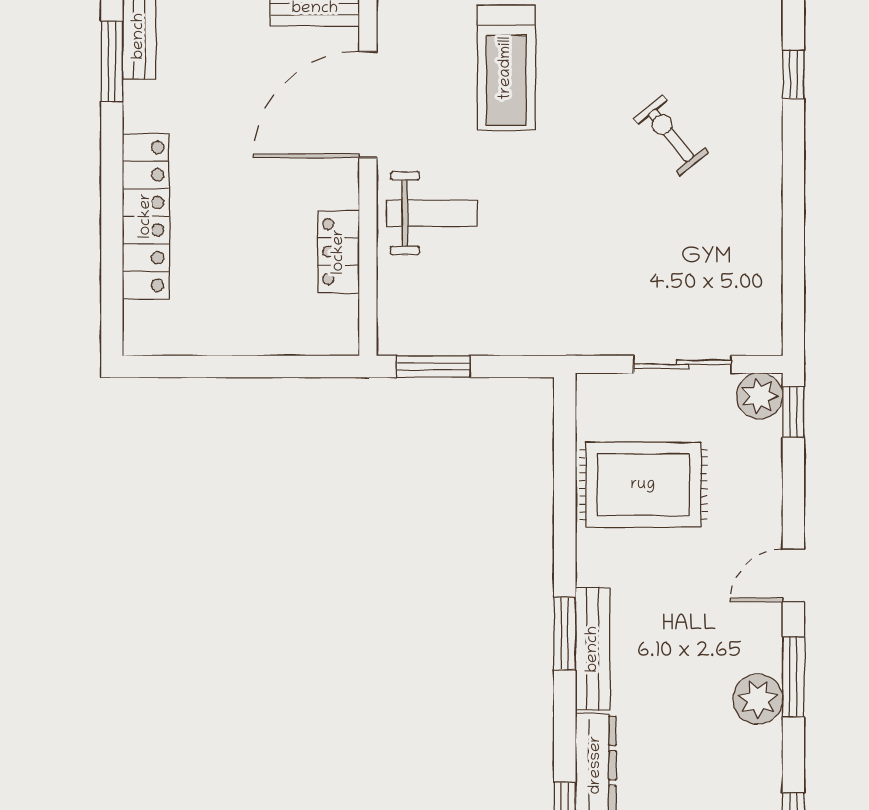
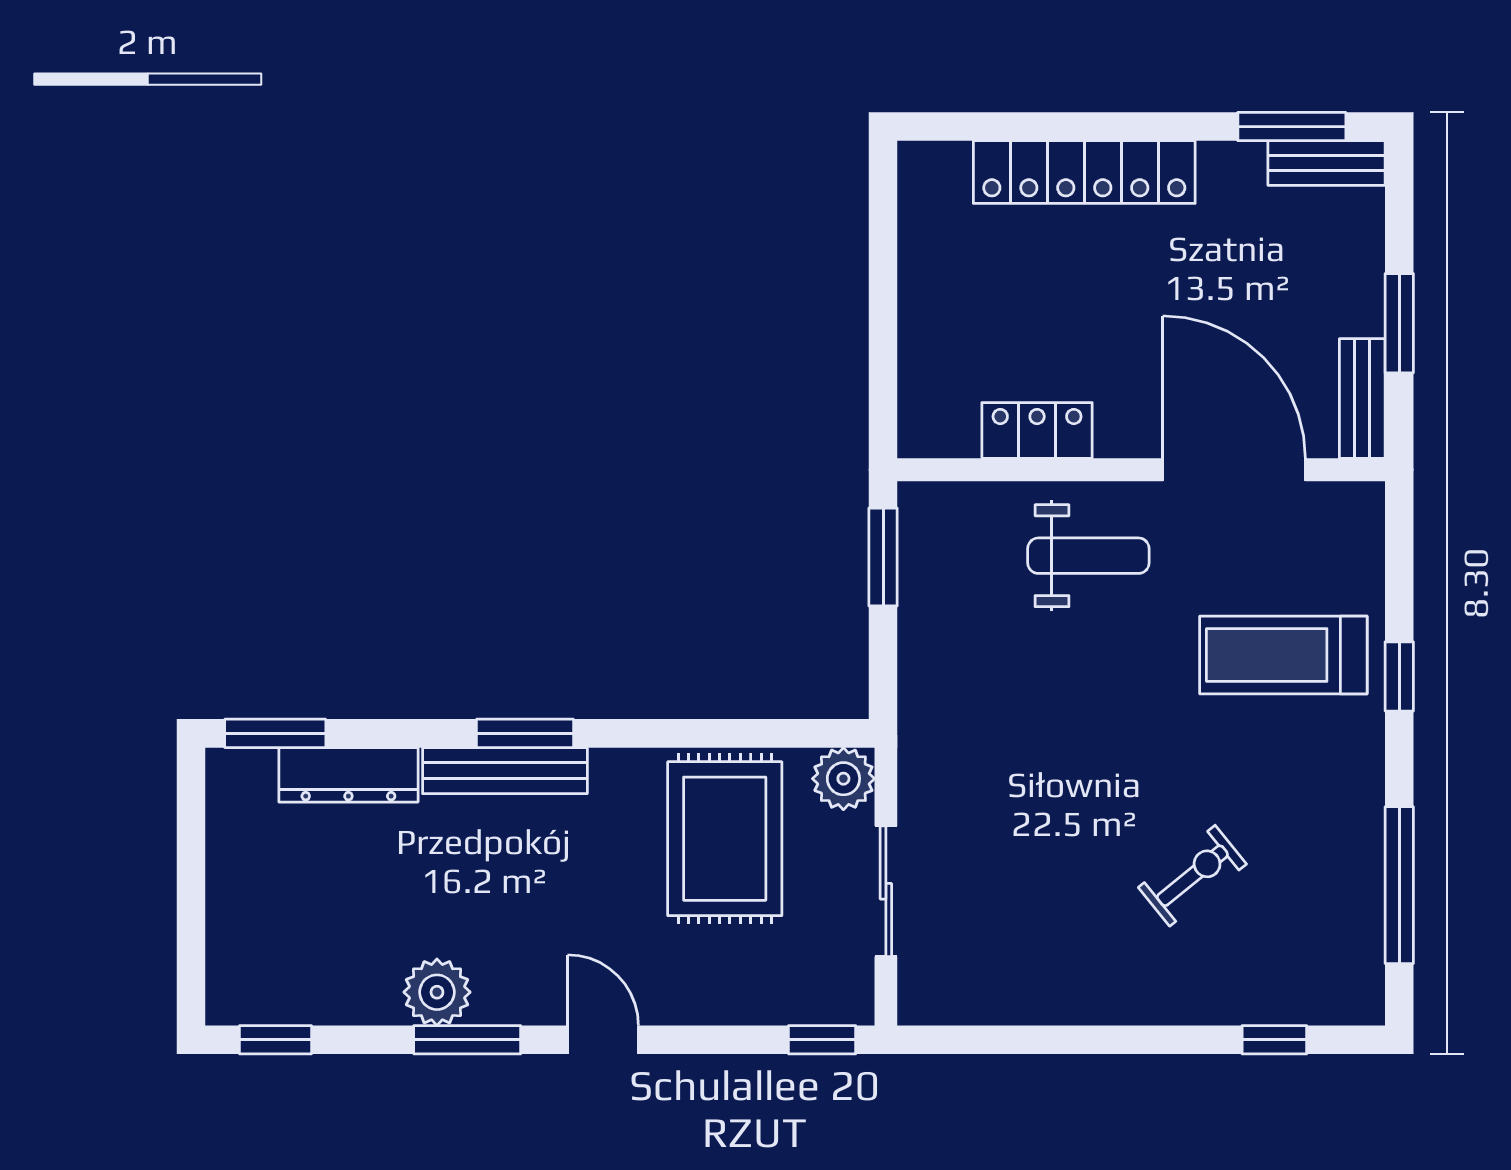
weight bench: (432, 213) -> (1088, 556), turned -90
plant: (760, 396) -> (843, 779), moved

